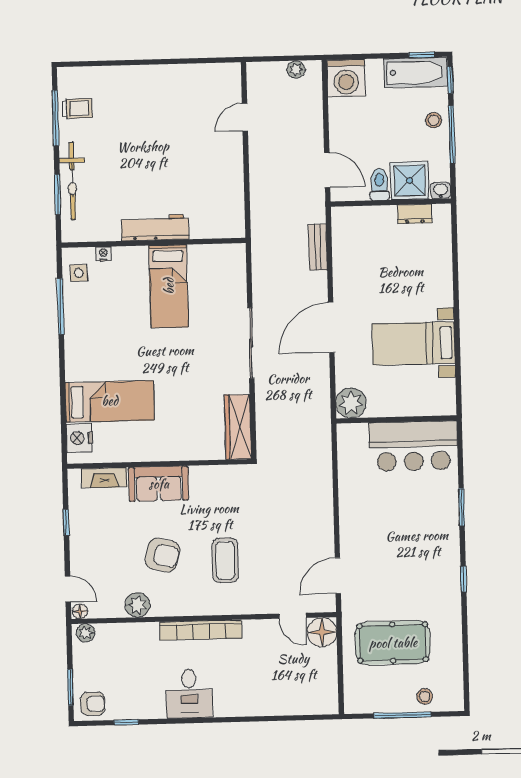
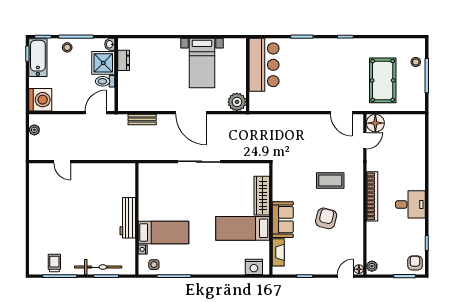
bed: (169, 286) -> (163, 232), moved
bed: (110, 401) -> (243, 228), moved, turned -90
wardrobe: (238, 427) -> (262, 196), moved, turned 90
plant: (138, 605) -> (356, 234), removed

